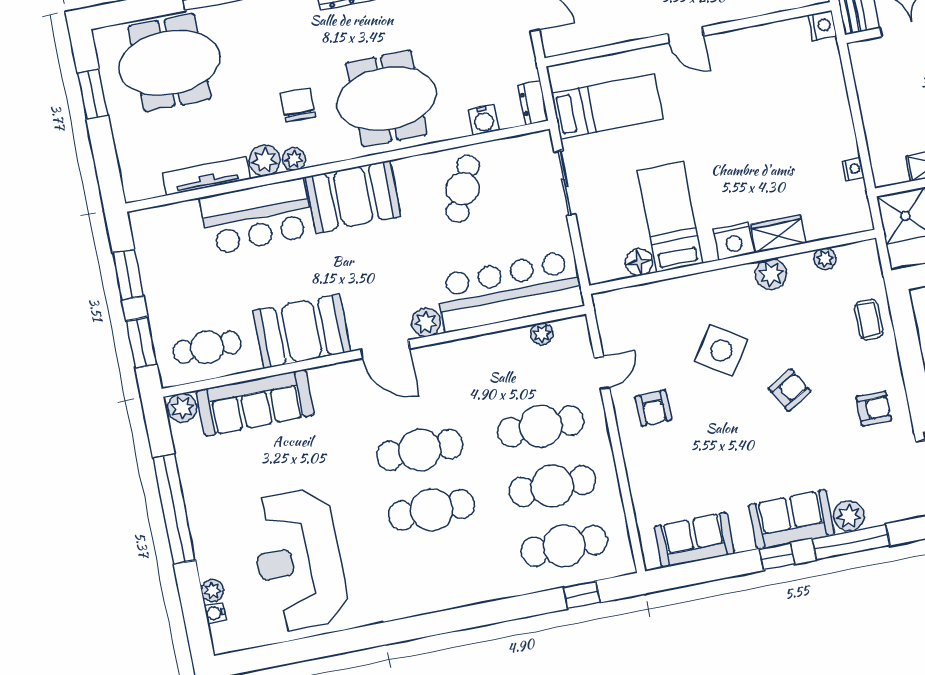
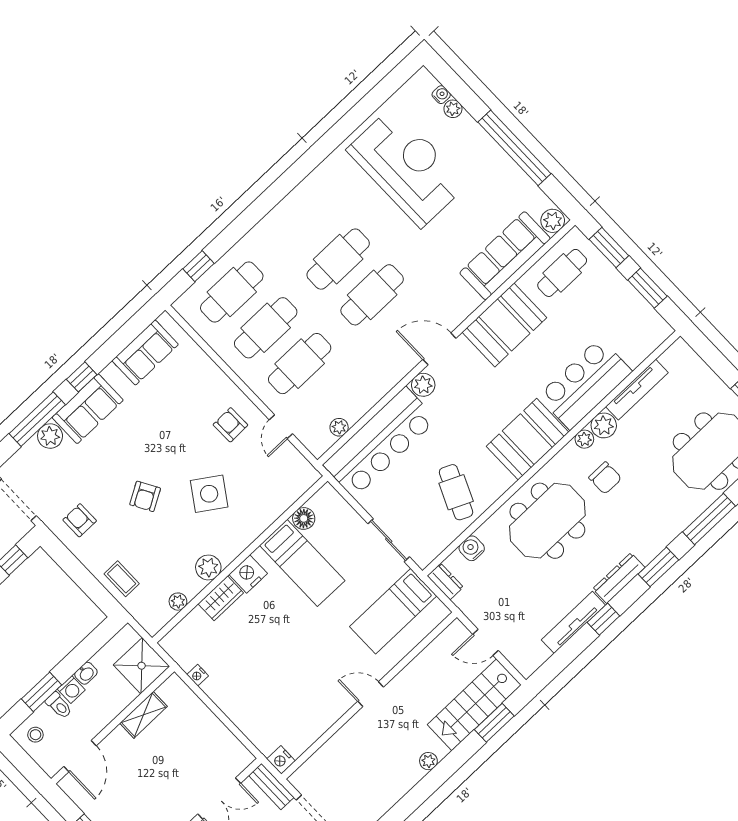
armchair: (874, 408) -> (80, 520), turned 90

